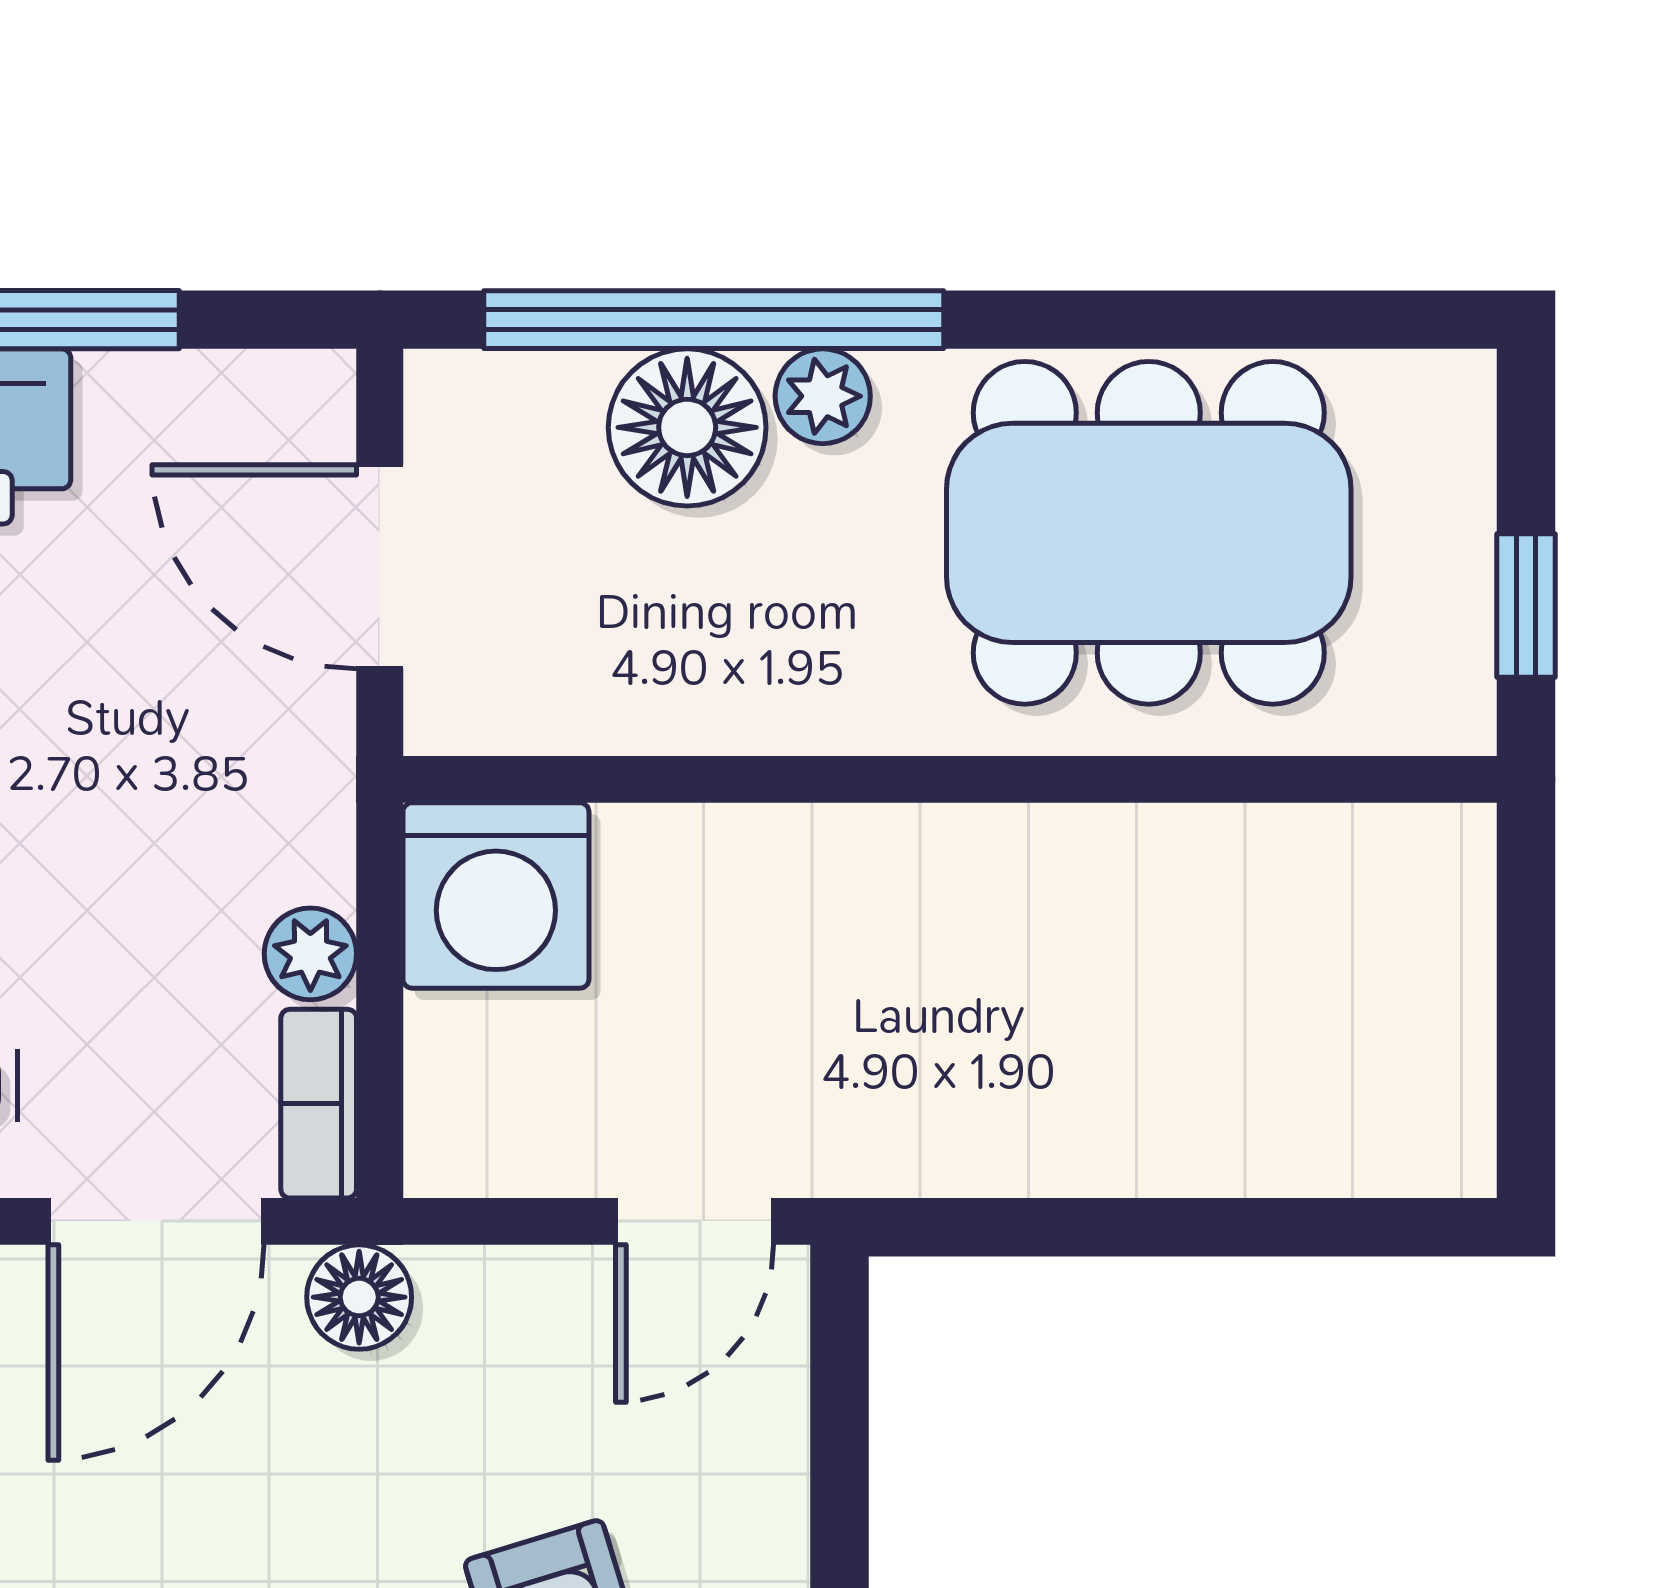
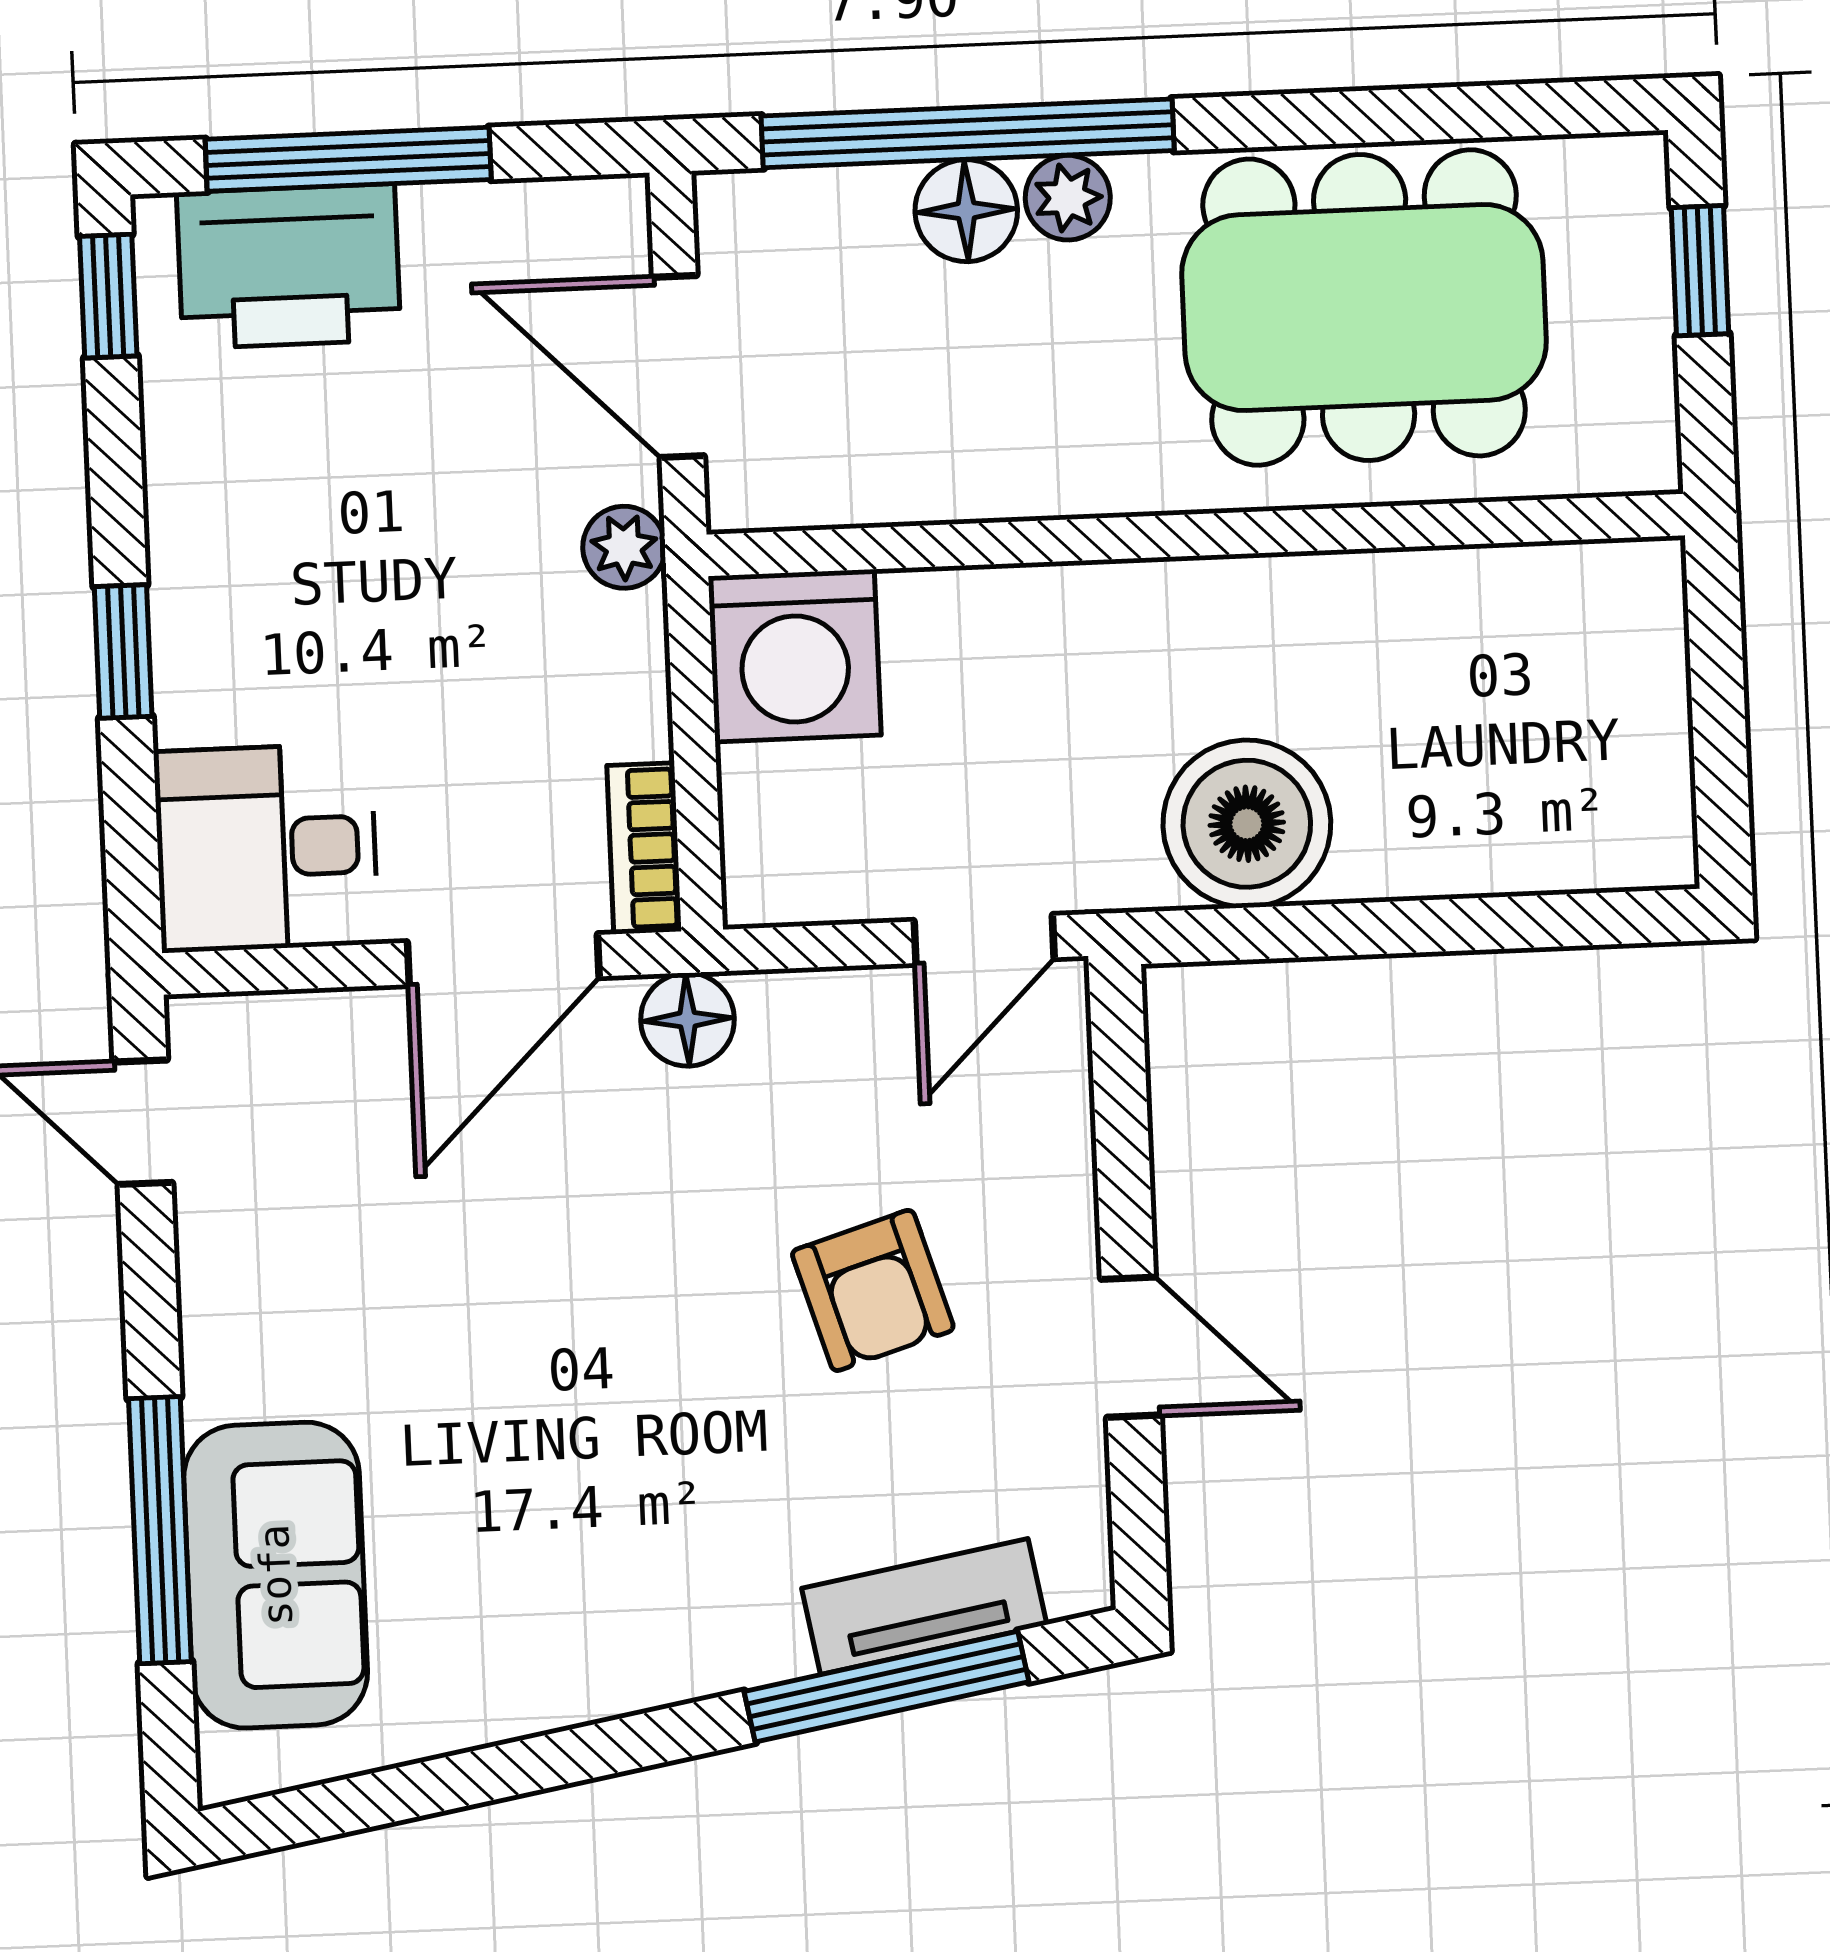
floor lamp: (687, 427) -> (966, 211), width x0.73, depth x0.73
window: (1526, 605) -> (1700, 271), moved
plant: (310, 954) -> (624, 547), moved
boiler: (994, 1104) -> (1247, 824), added

